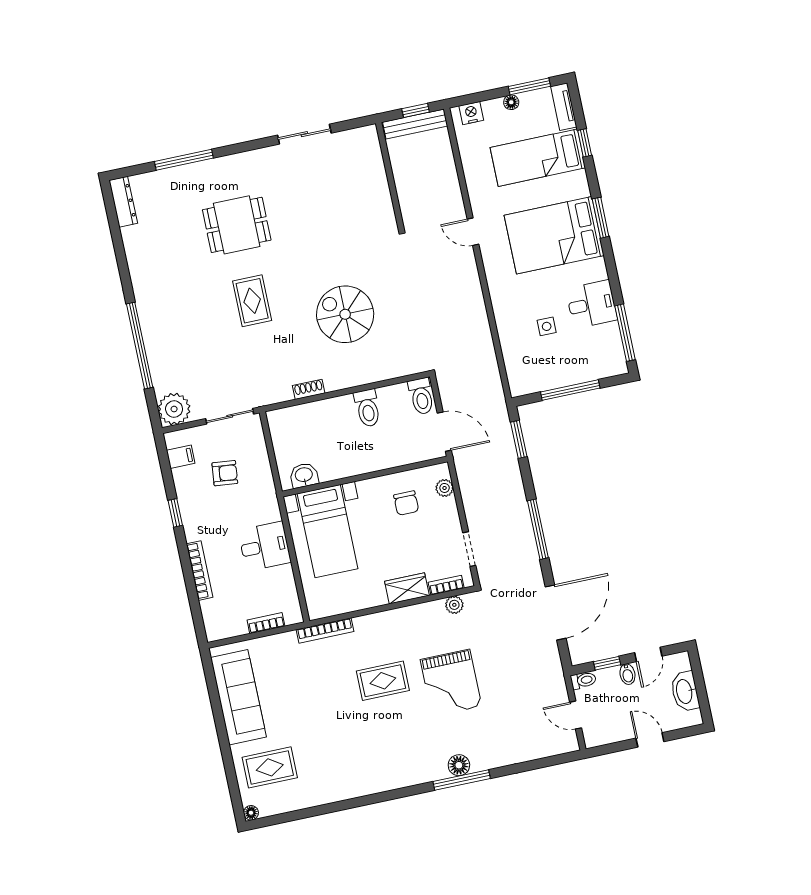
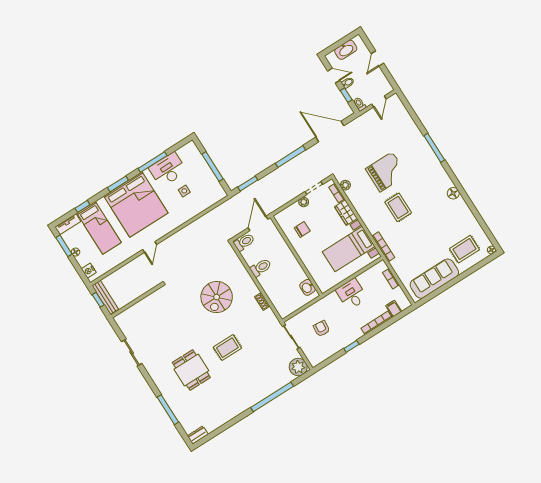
dresser: (123, 202) -> (198, 435), width x0.70
bed: (554, 235) -> (136, 204), width x1.36
desk: (592, 304) -> (168, 170), width x1.37
window: (625, 333) -> (153, 162), moved
filing cabinet: (181, 457) -> (394, 309), moved
plant: (445, 488) -> (304, 202), moved
bed with nightstands: (328, 531) -> (349, 249), moved, turned 180
floor lamp: (459, 765) -> (453, 193), moved
rug: (270, 767) -> (464, 249), turned 90

